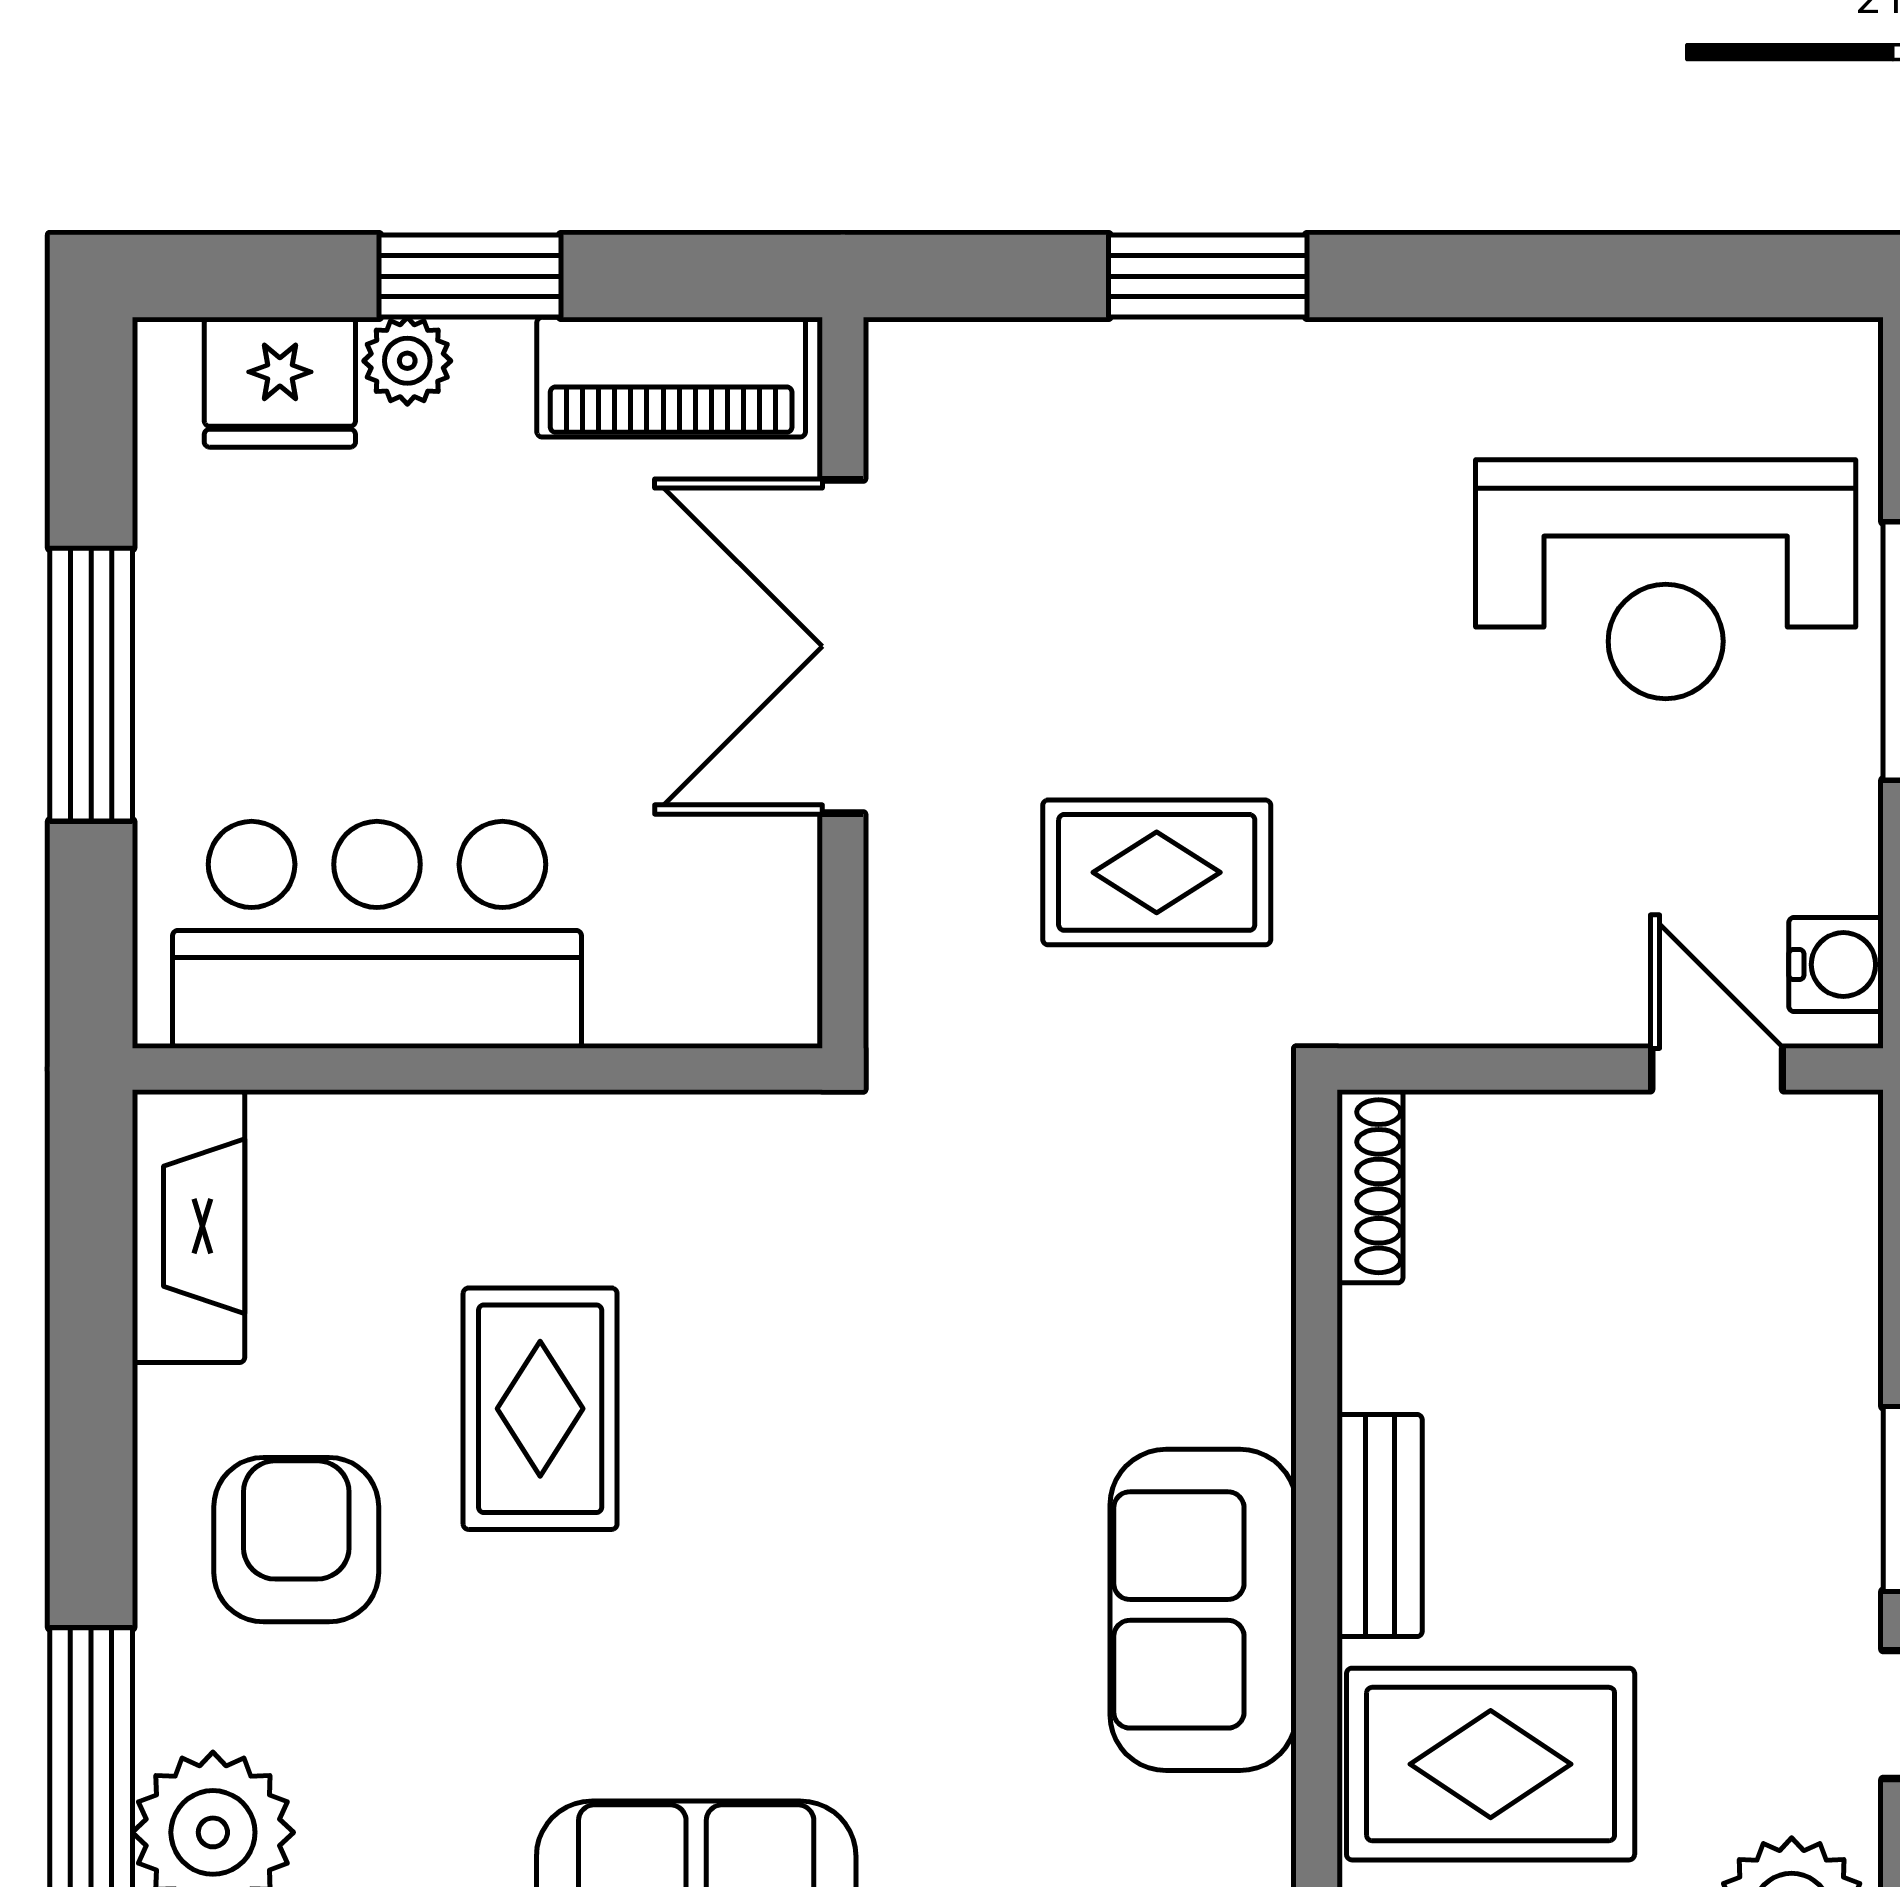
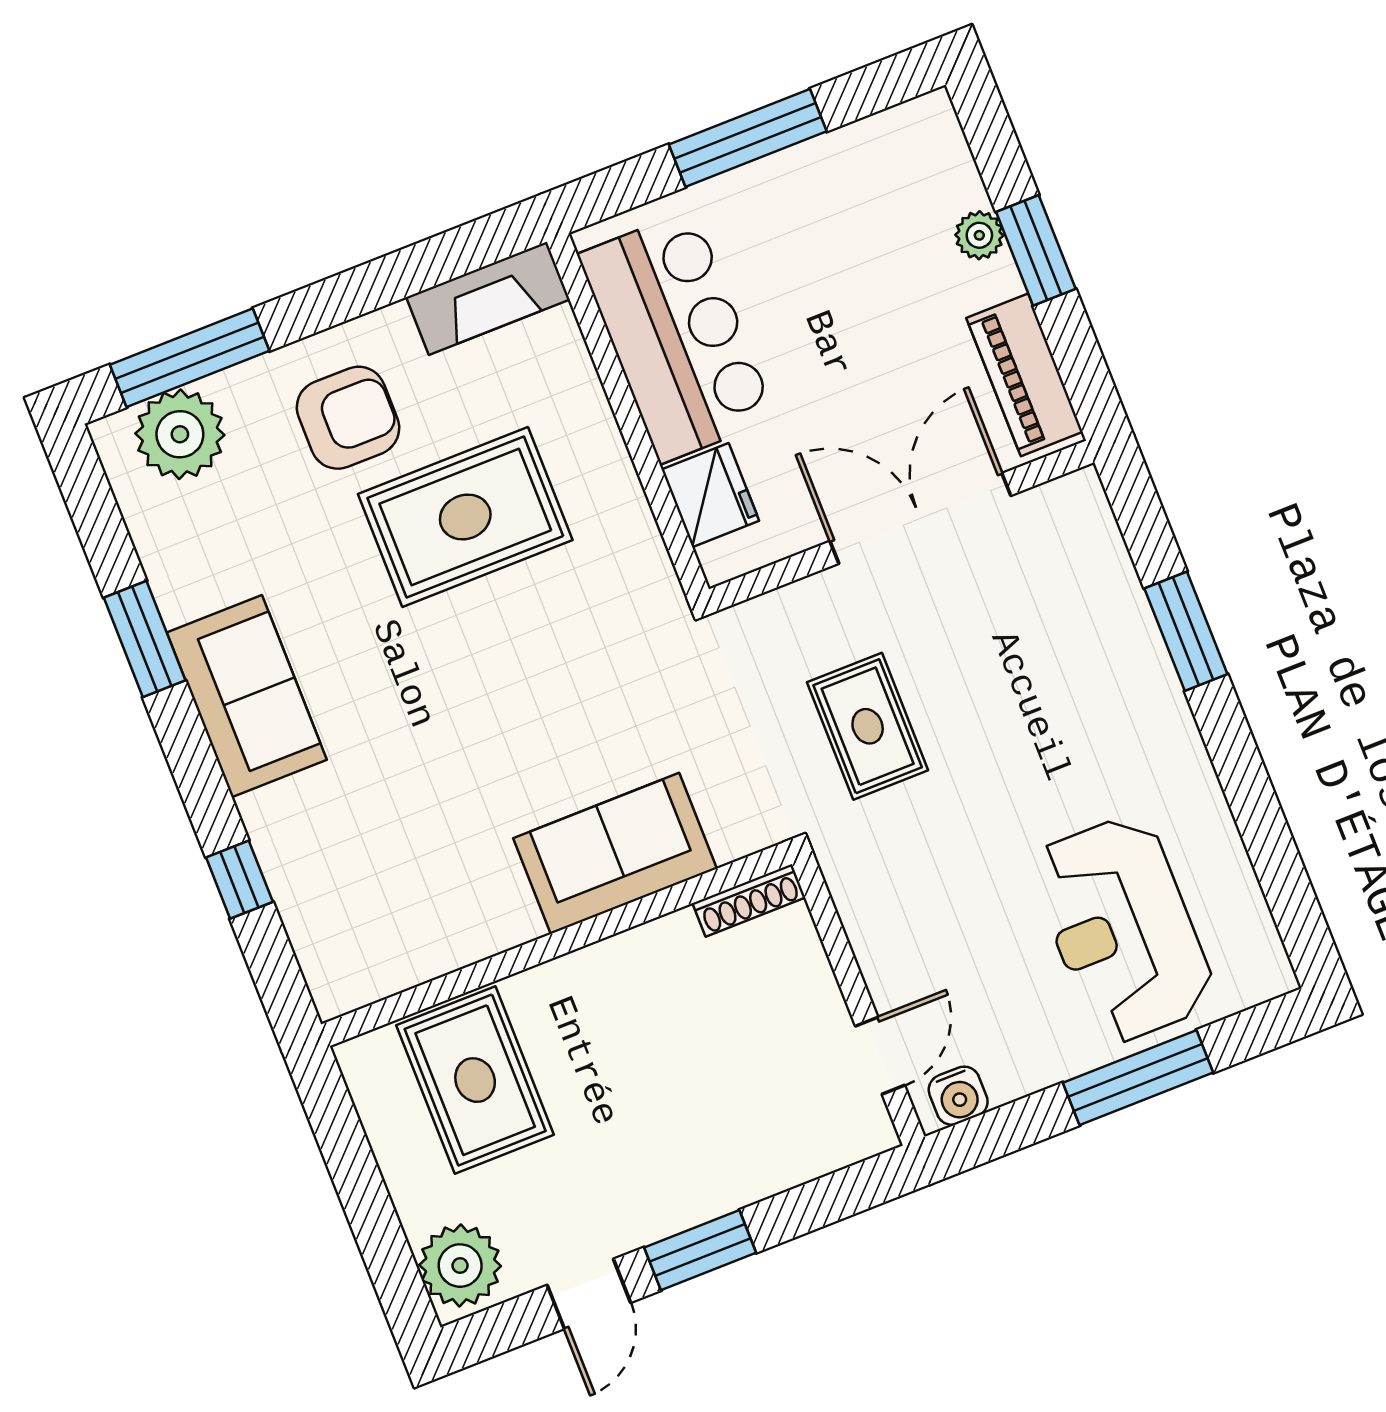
fridge: (280, 382) -> (710, 495), moved, turned 180
rug: (540, 1409) -> (465, 517), width x1.36, depth x1.43
bench: (1380, 1525) -> (576, 974), removed
sofa: (1203, 1610) -> (615, 853), moved

